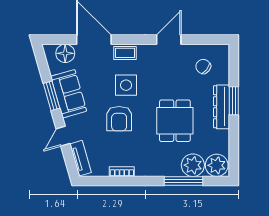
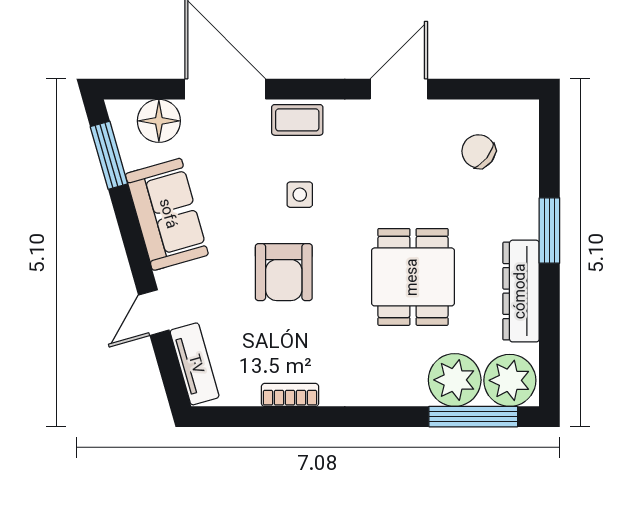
side table: (126, 85) -> (300, 195), width x0.54, depth x0.54
window: (52, 96) -> (109, 155), moved
dresser: (222, 107) -> (521, 291), moved
window: (184, 181) -> (473, 417), moved

